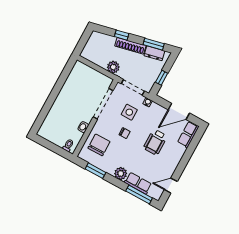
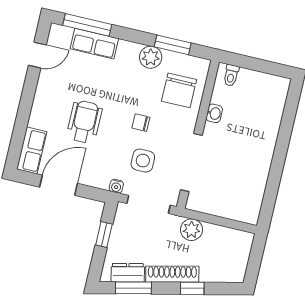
plant: (121, 173) -> (151, 57), moved

